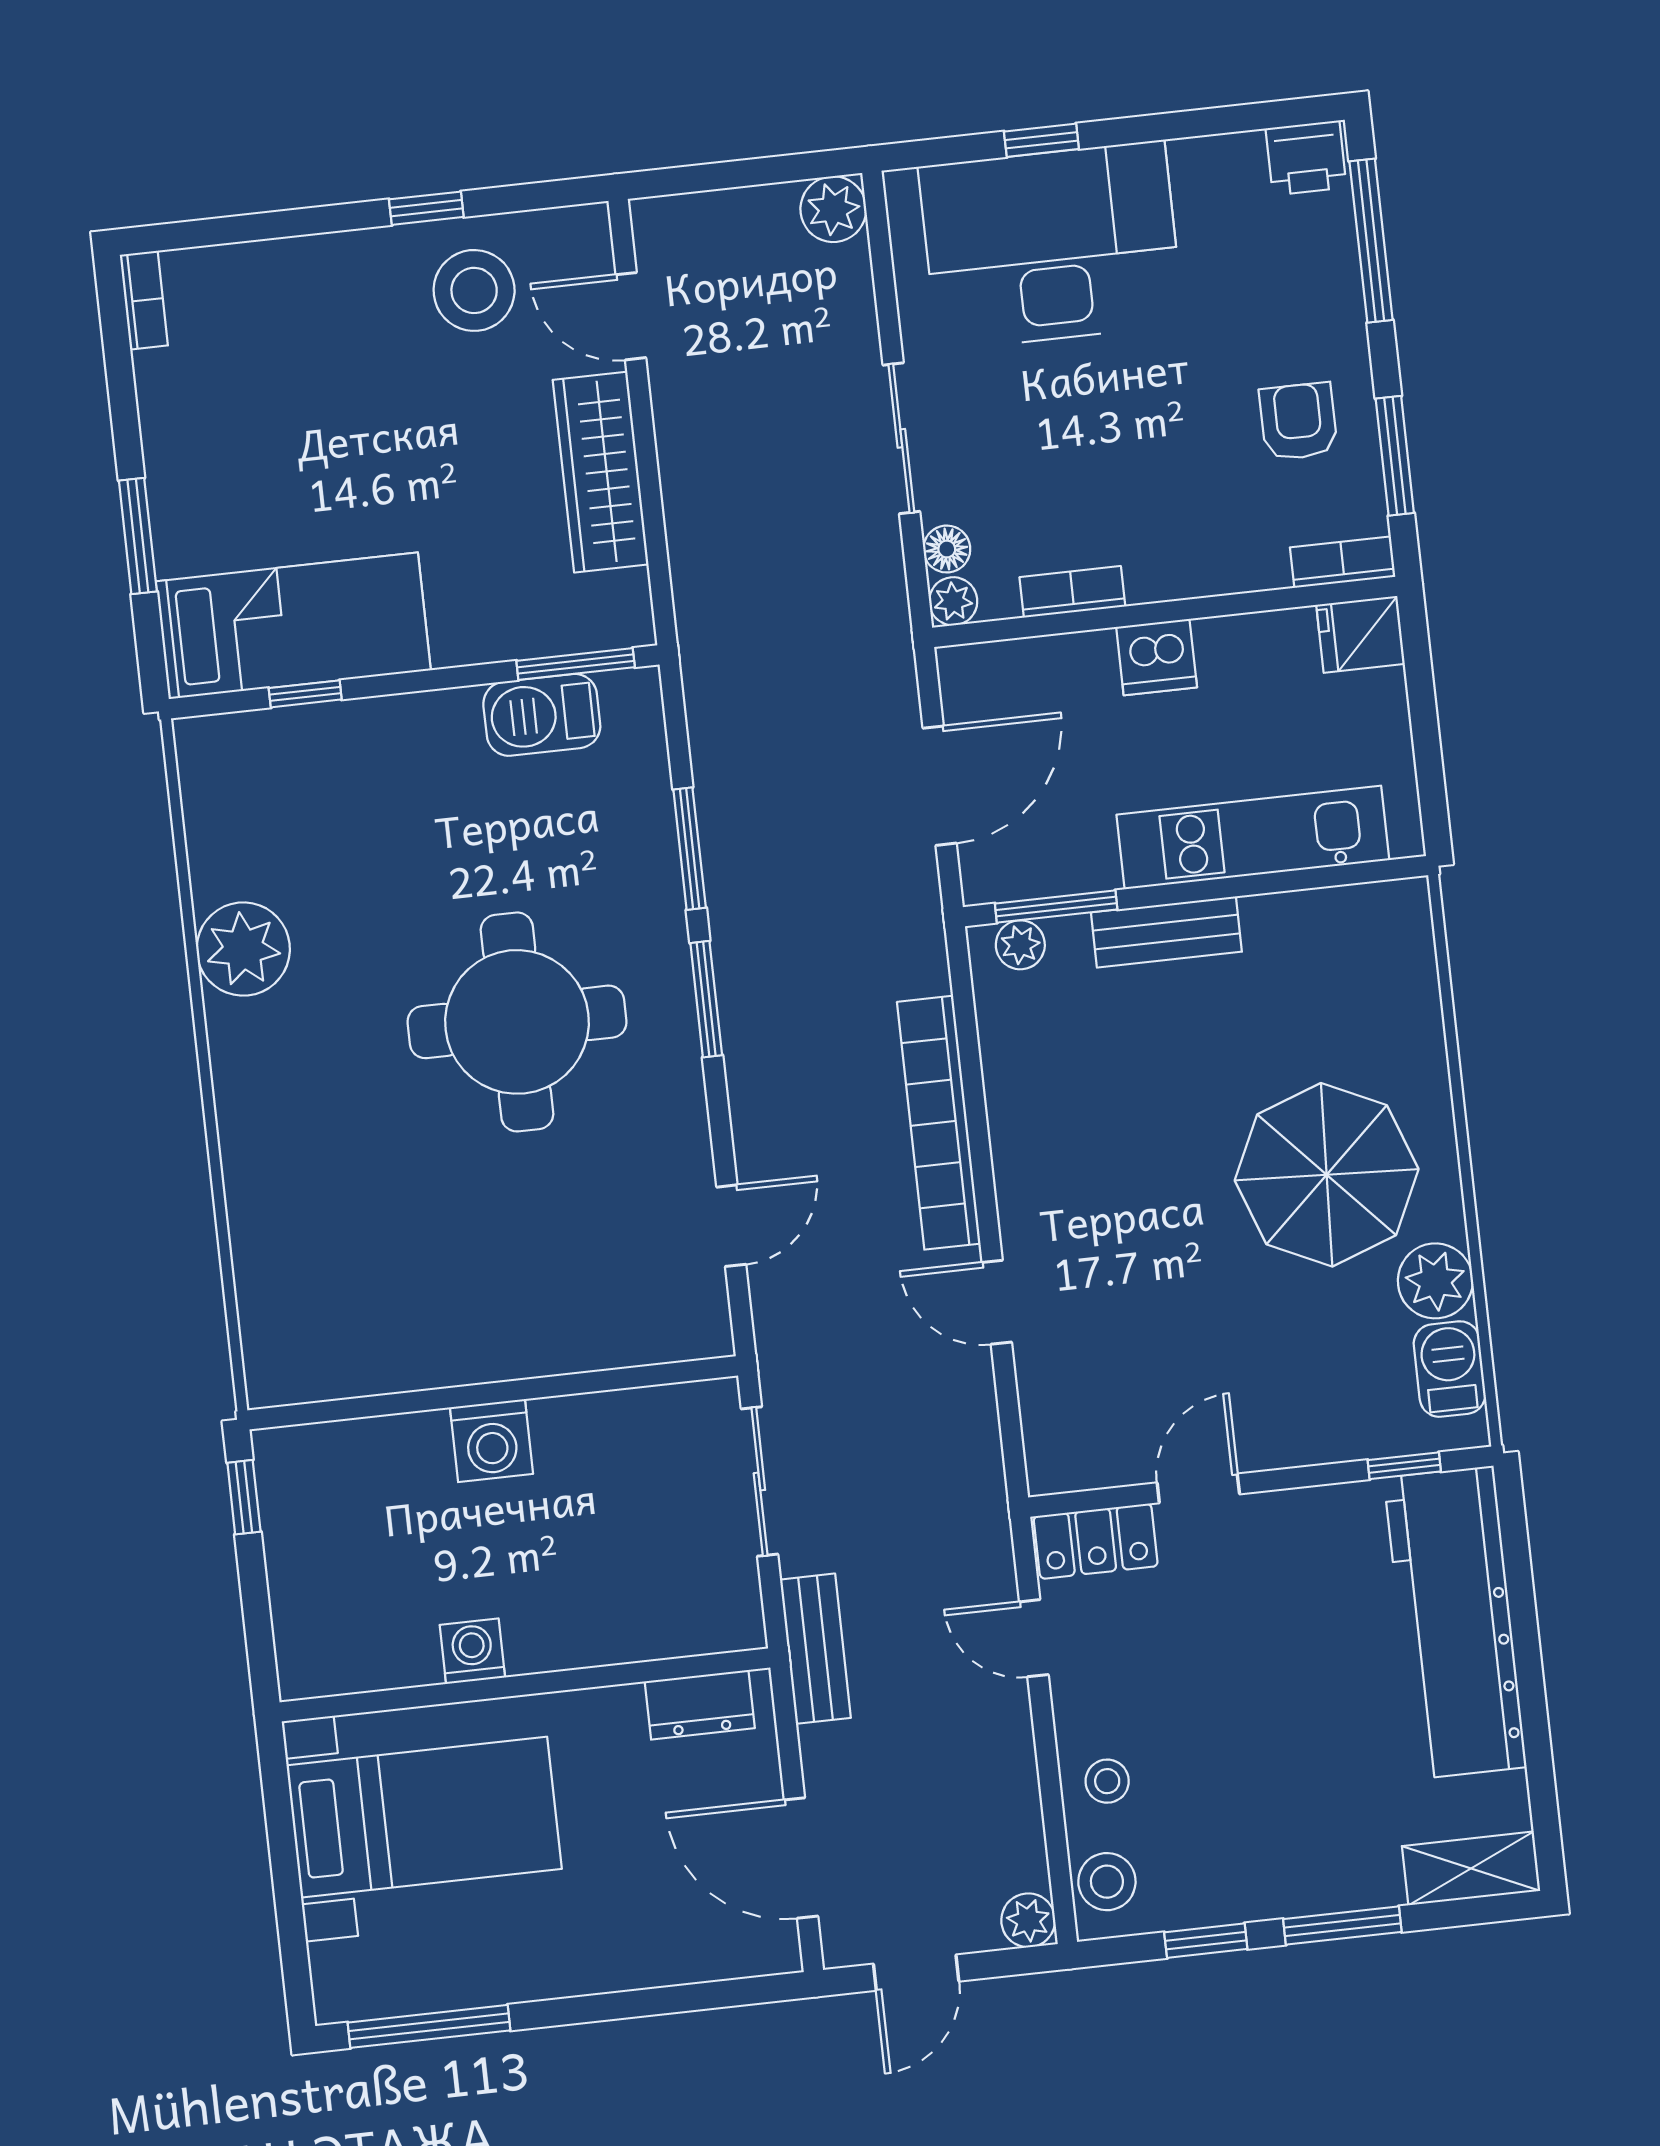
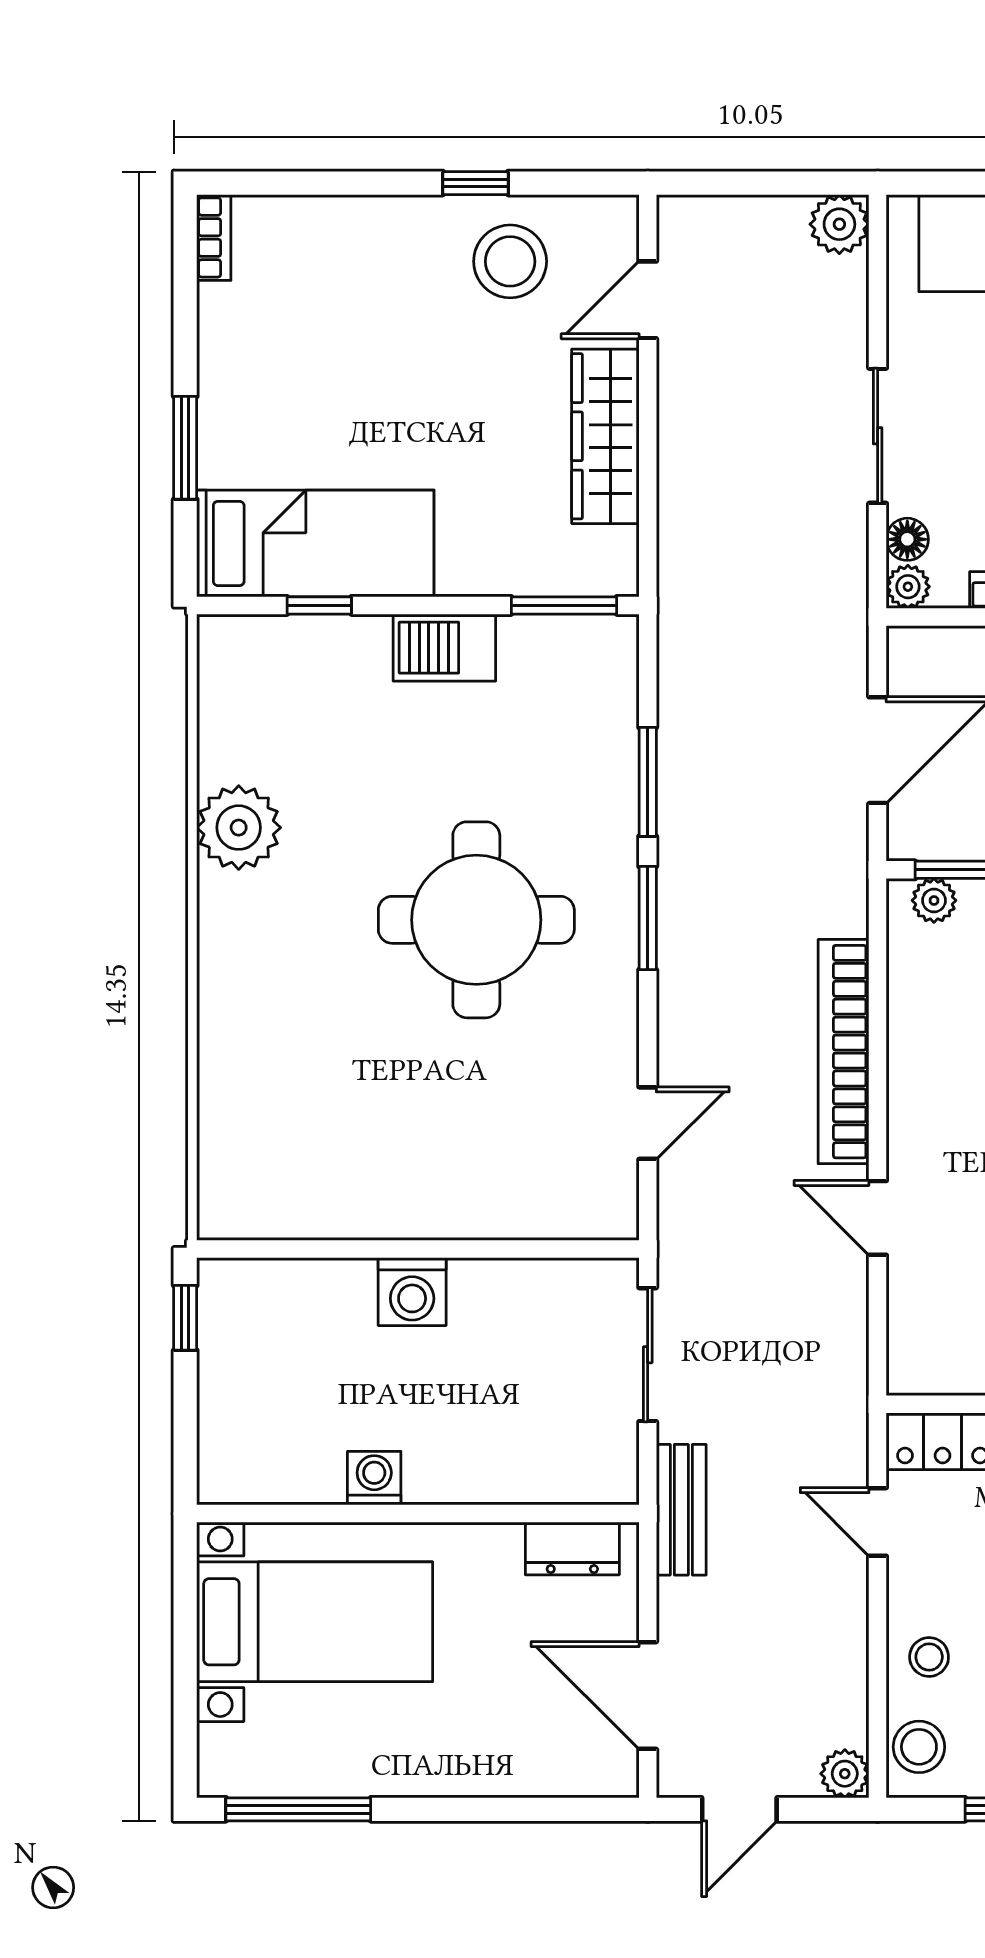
door: (631, 316) -> (648, 300), hinge flipped
barbecue: (542, 715) -> (444, 648), moved

